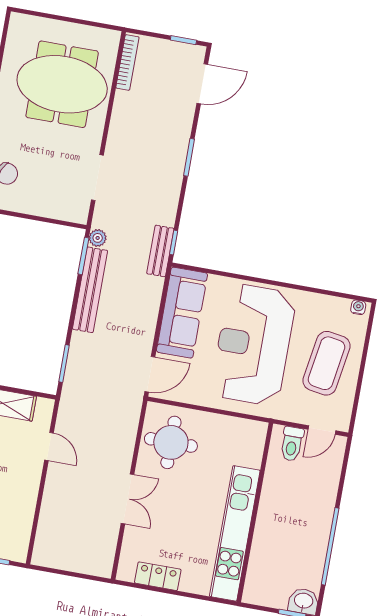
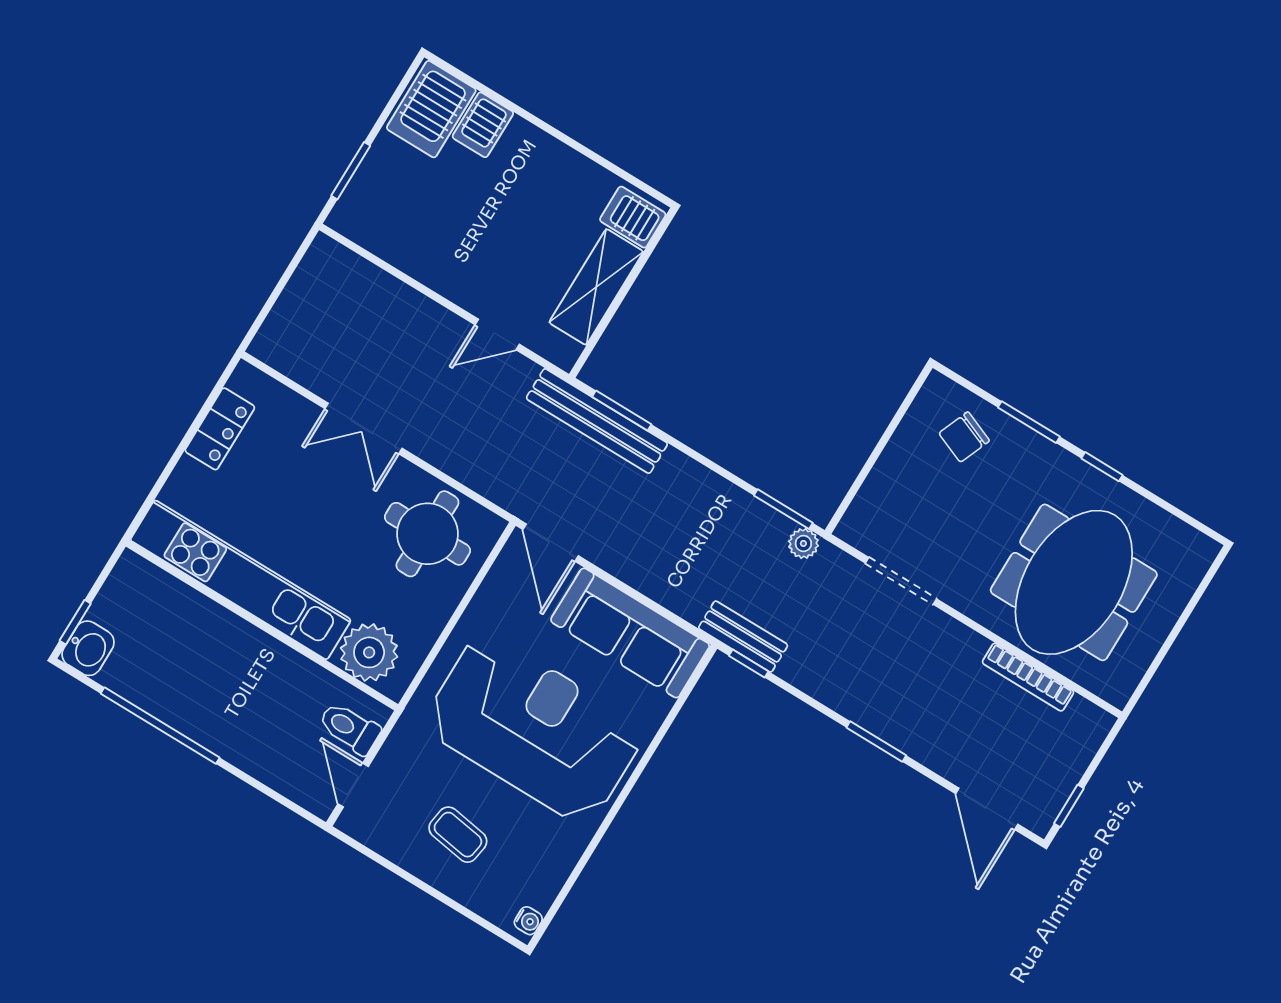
bookcase: (127, 62) -> (1028, 677), moved
bench: (90, 290) -> (597, 421), moved
coffee table: (327, 363) -> (458, 835), width x0.54, depth x0.58
plant: (247, 449) -> (369, 652), added

